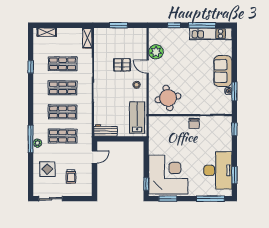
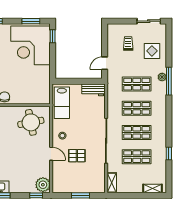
window: (174, 25) -> (36, 195), moved
plant: (156, 52) -> (43, 185), moved

